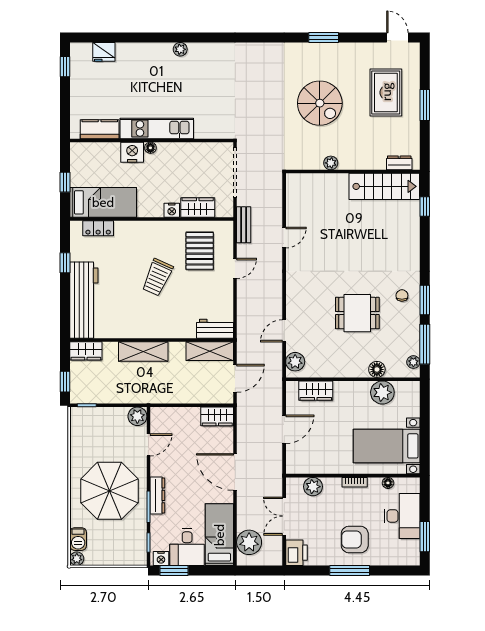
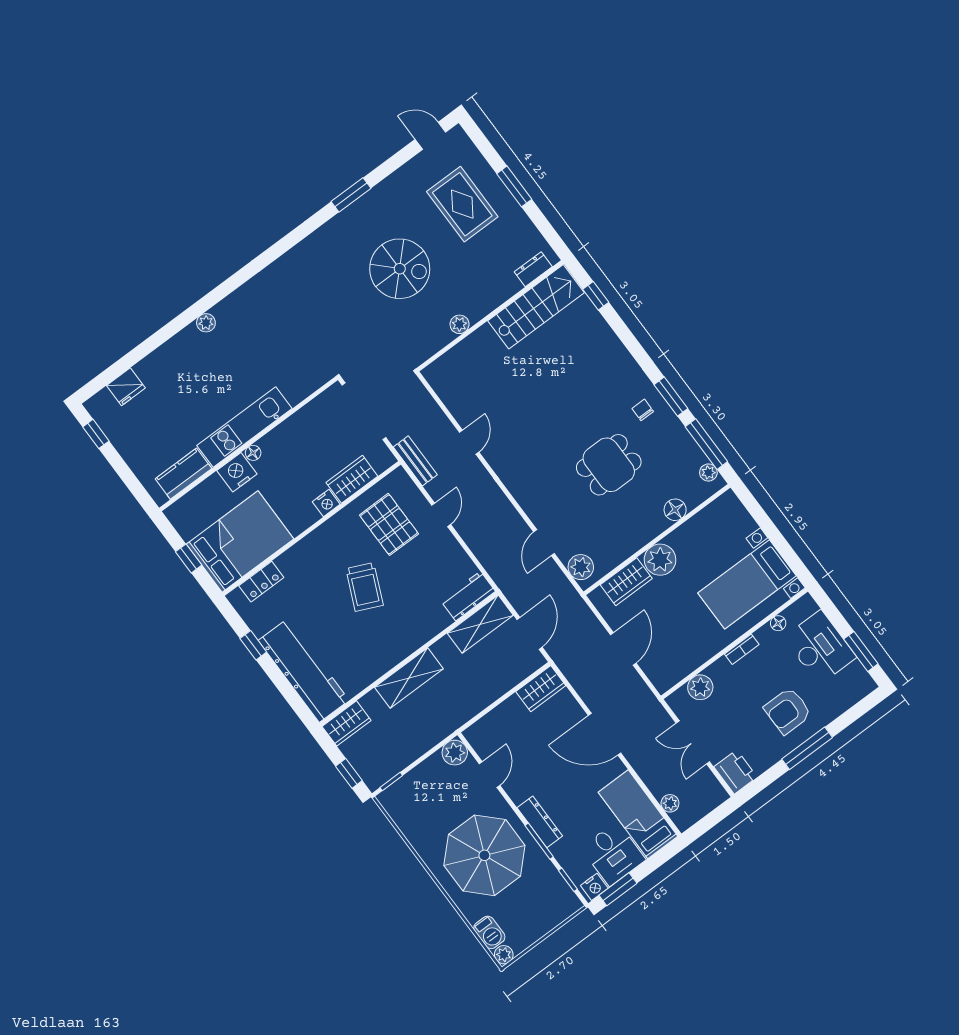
bed: (103, 202) -> (240, 542), width x1.50
plant: (382, 392) -> (660, 560), moved
plant: (249, 542) -> (670, 803), width x0.53, depth x0.53

